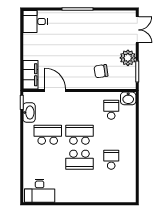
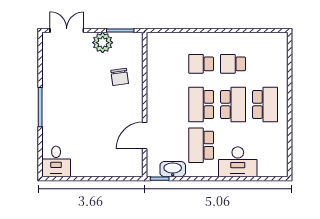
filing cabinet: (31, 75) -> (124, 167), removed
washbasin: (128, 98) -> (155, 42), removed
school desk: (111, 110) -> (201, 64), moved
school desk: (79, 185) -> (265, 105), added
desk: (40, 191) -> (238, 162), moved, turned 90

